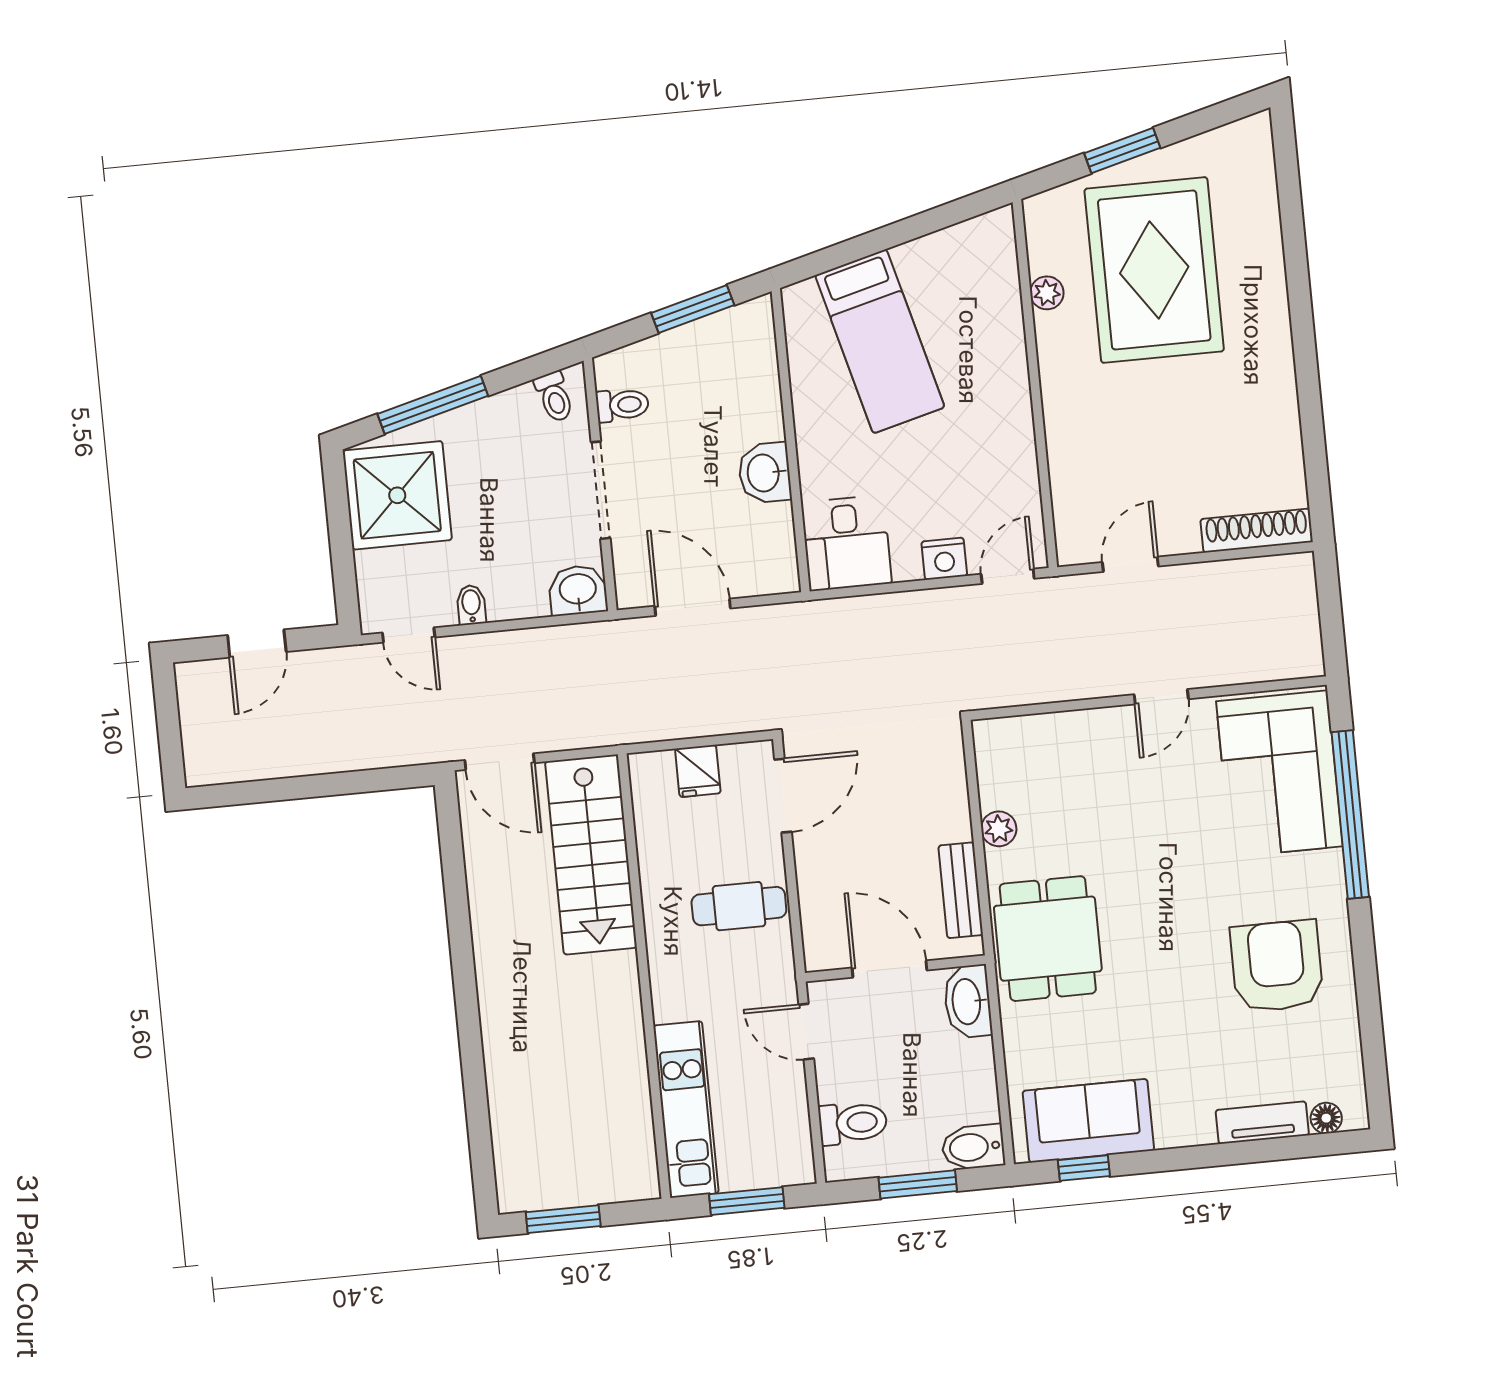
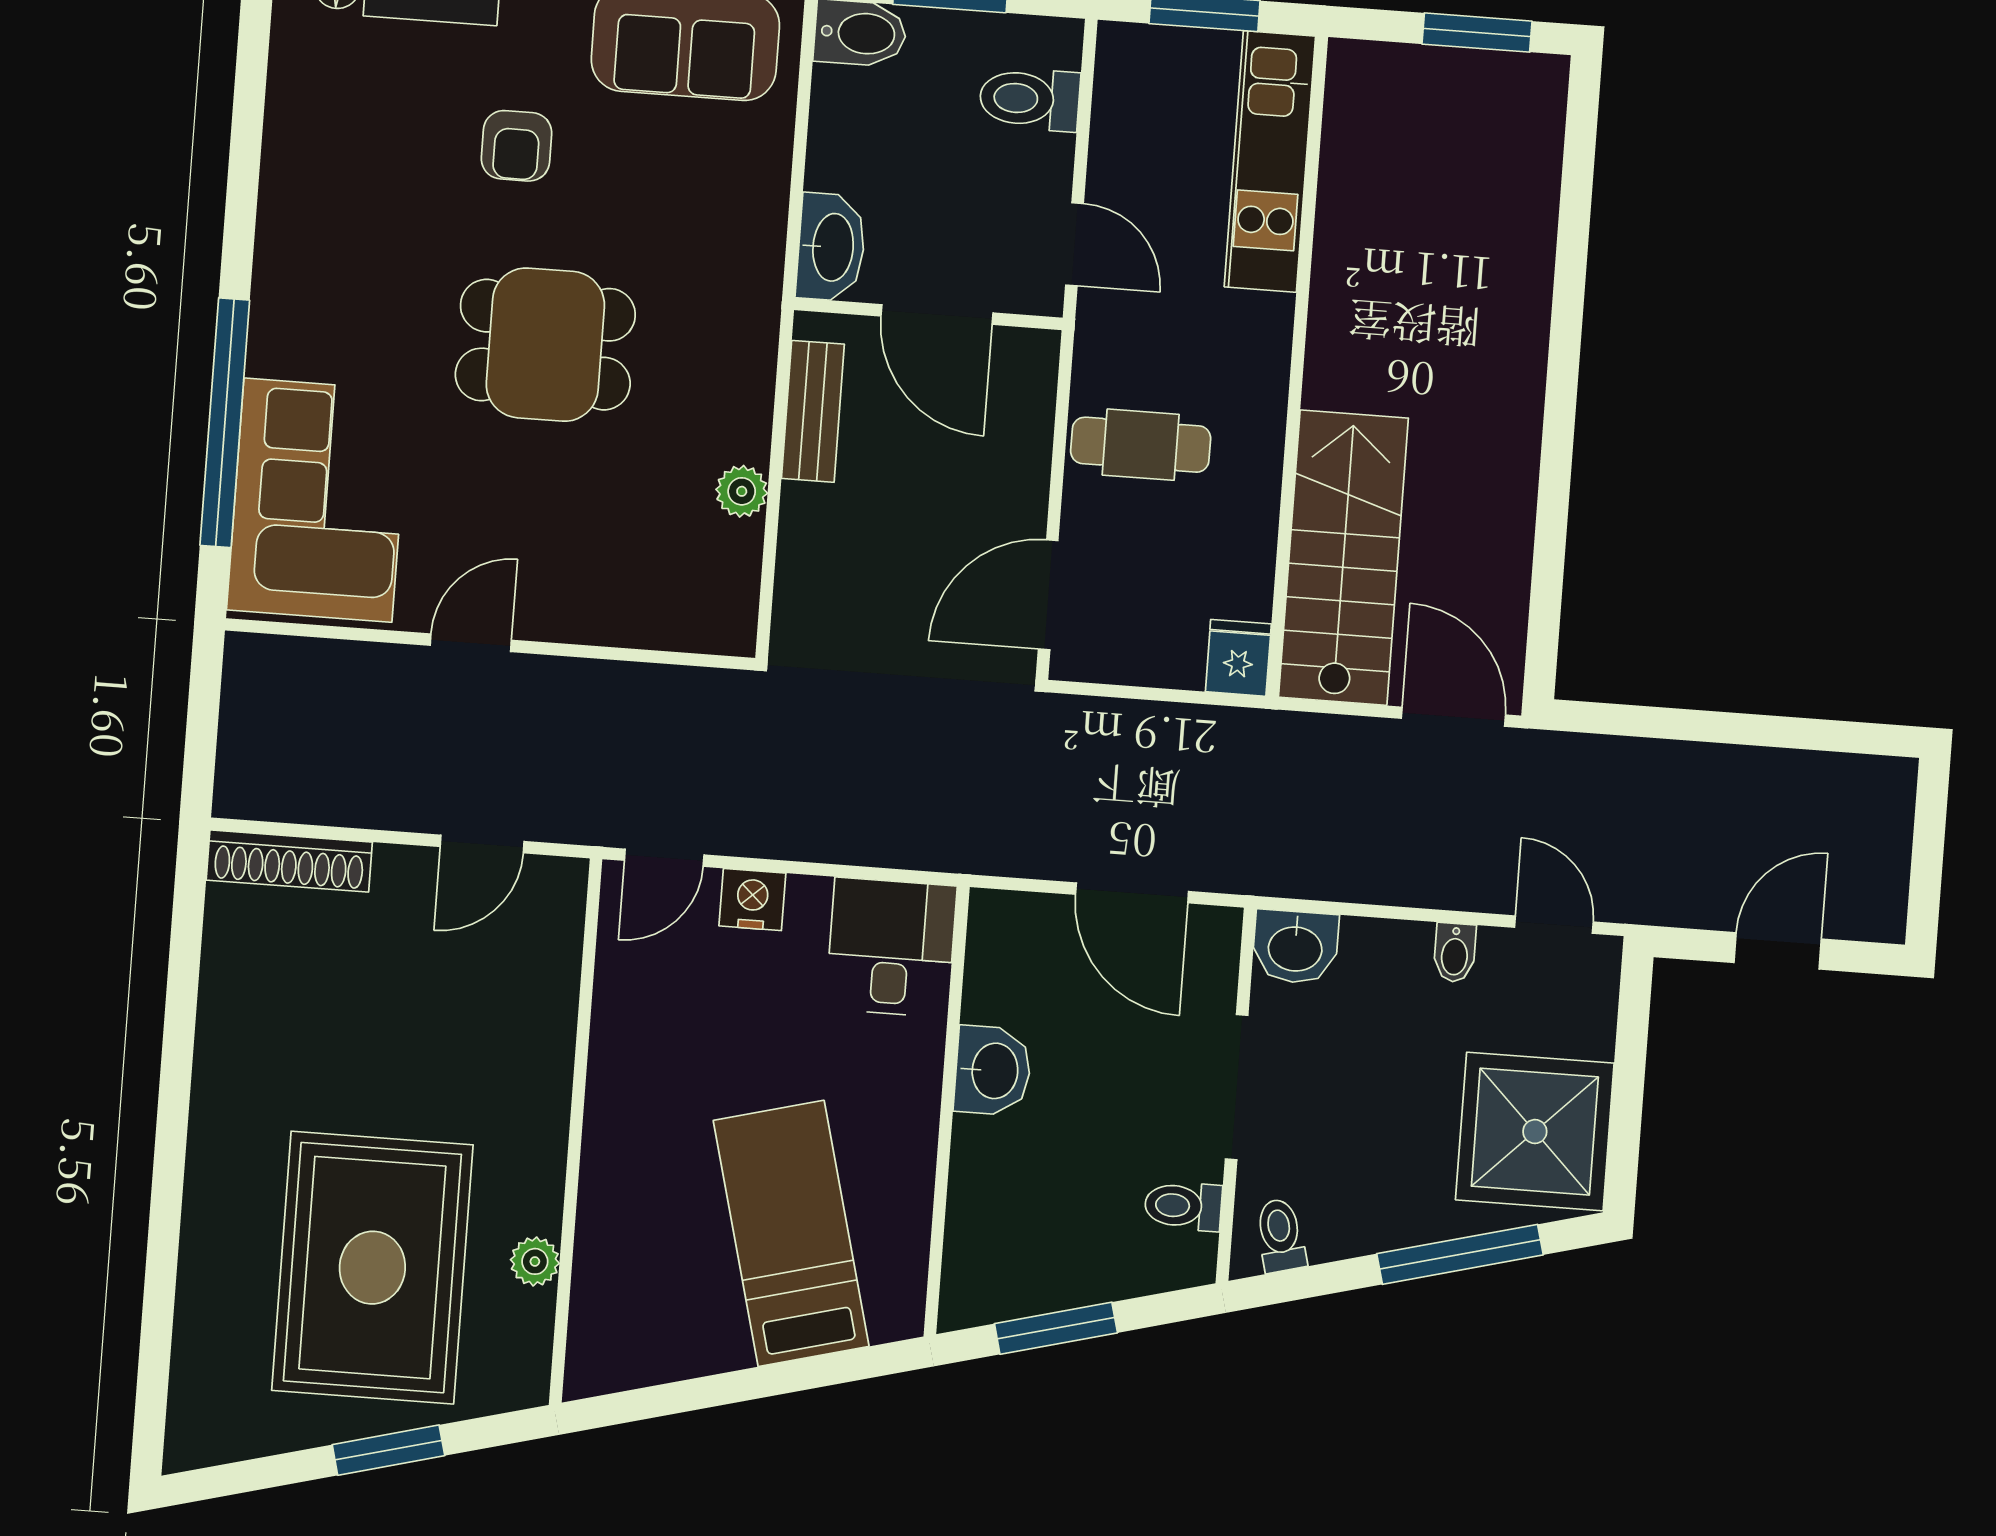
fridge: (698, 771) -> (1238, 658), moved
dining table: (1048, 939) -> (545, 345), moved, turned 90
armchair: (1277, 966) -> (516, 146), moved, width x0.53, depth x0.53

